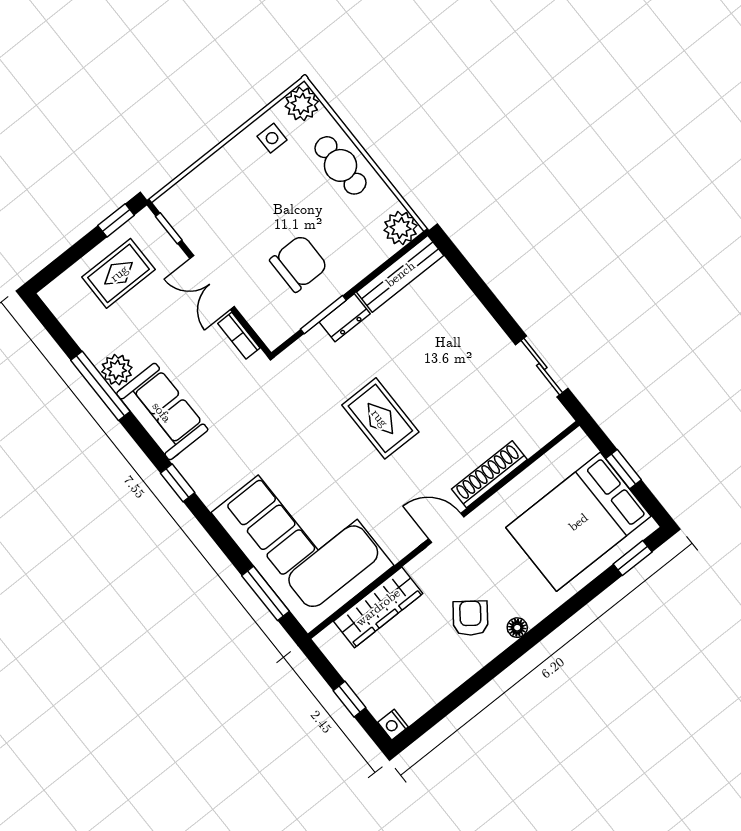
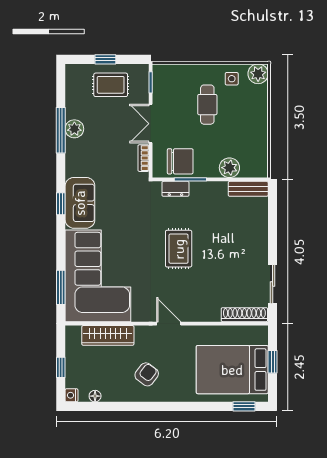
cafe table: (340, 165) -> (207, 105), moved
window: (116, 220) -> (105, 59), moved
plant: (400, 228) -> (229, 168), moved
chair: (299, 263) -> (180, 161), moved
bench: (400, 274) -> (248, 189), width x0.73
dresser: (345, 318) -> (175, 189), moved
sofa: (162, 412) -> (80, 203), moved
shoe rack: (489, 474) -> (244, 315), moved
floor lamp: (517, 628) -> (95, 396), moved

